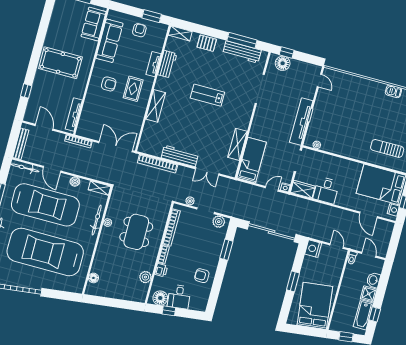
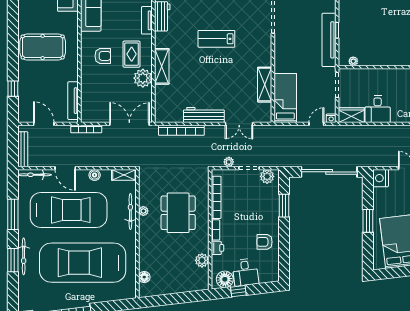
plant: (137, 111) -> (143, 78), added

